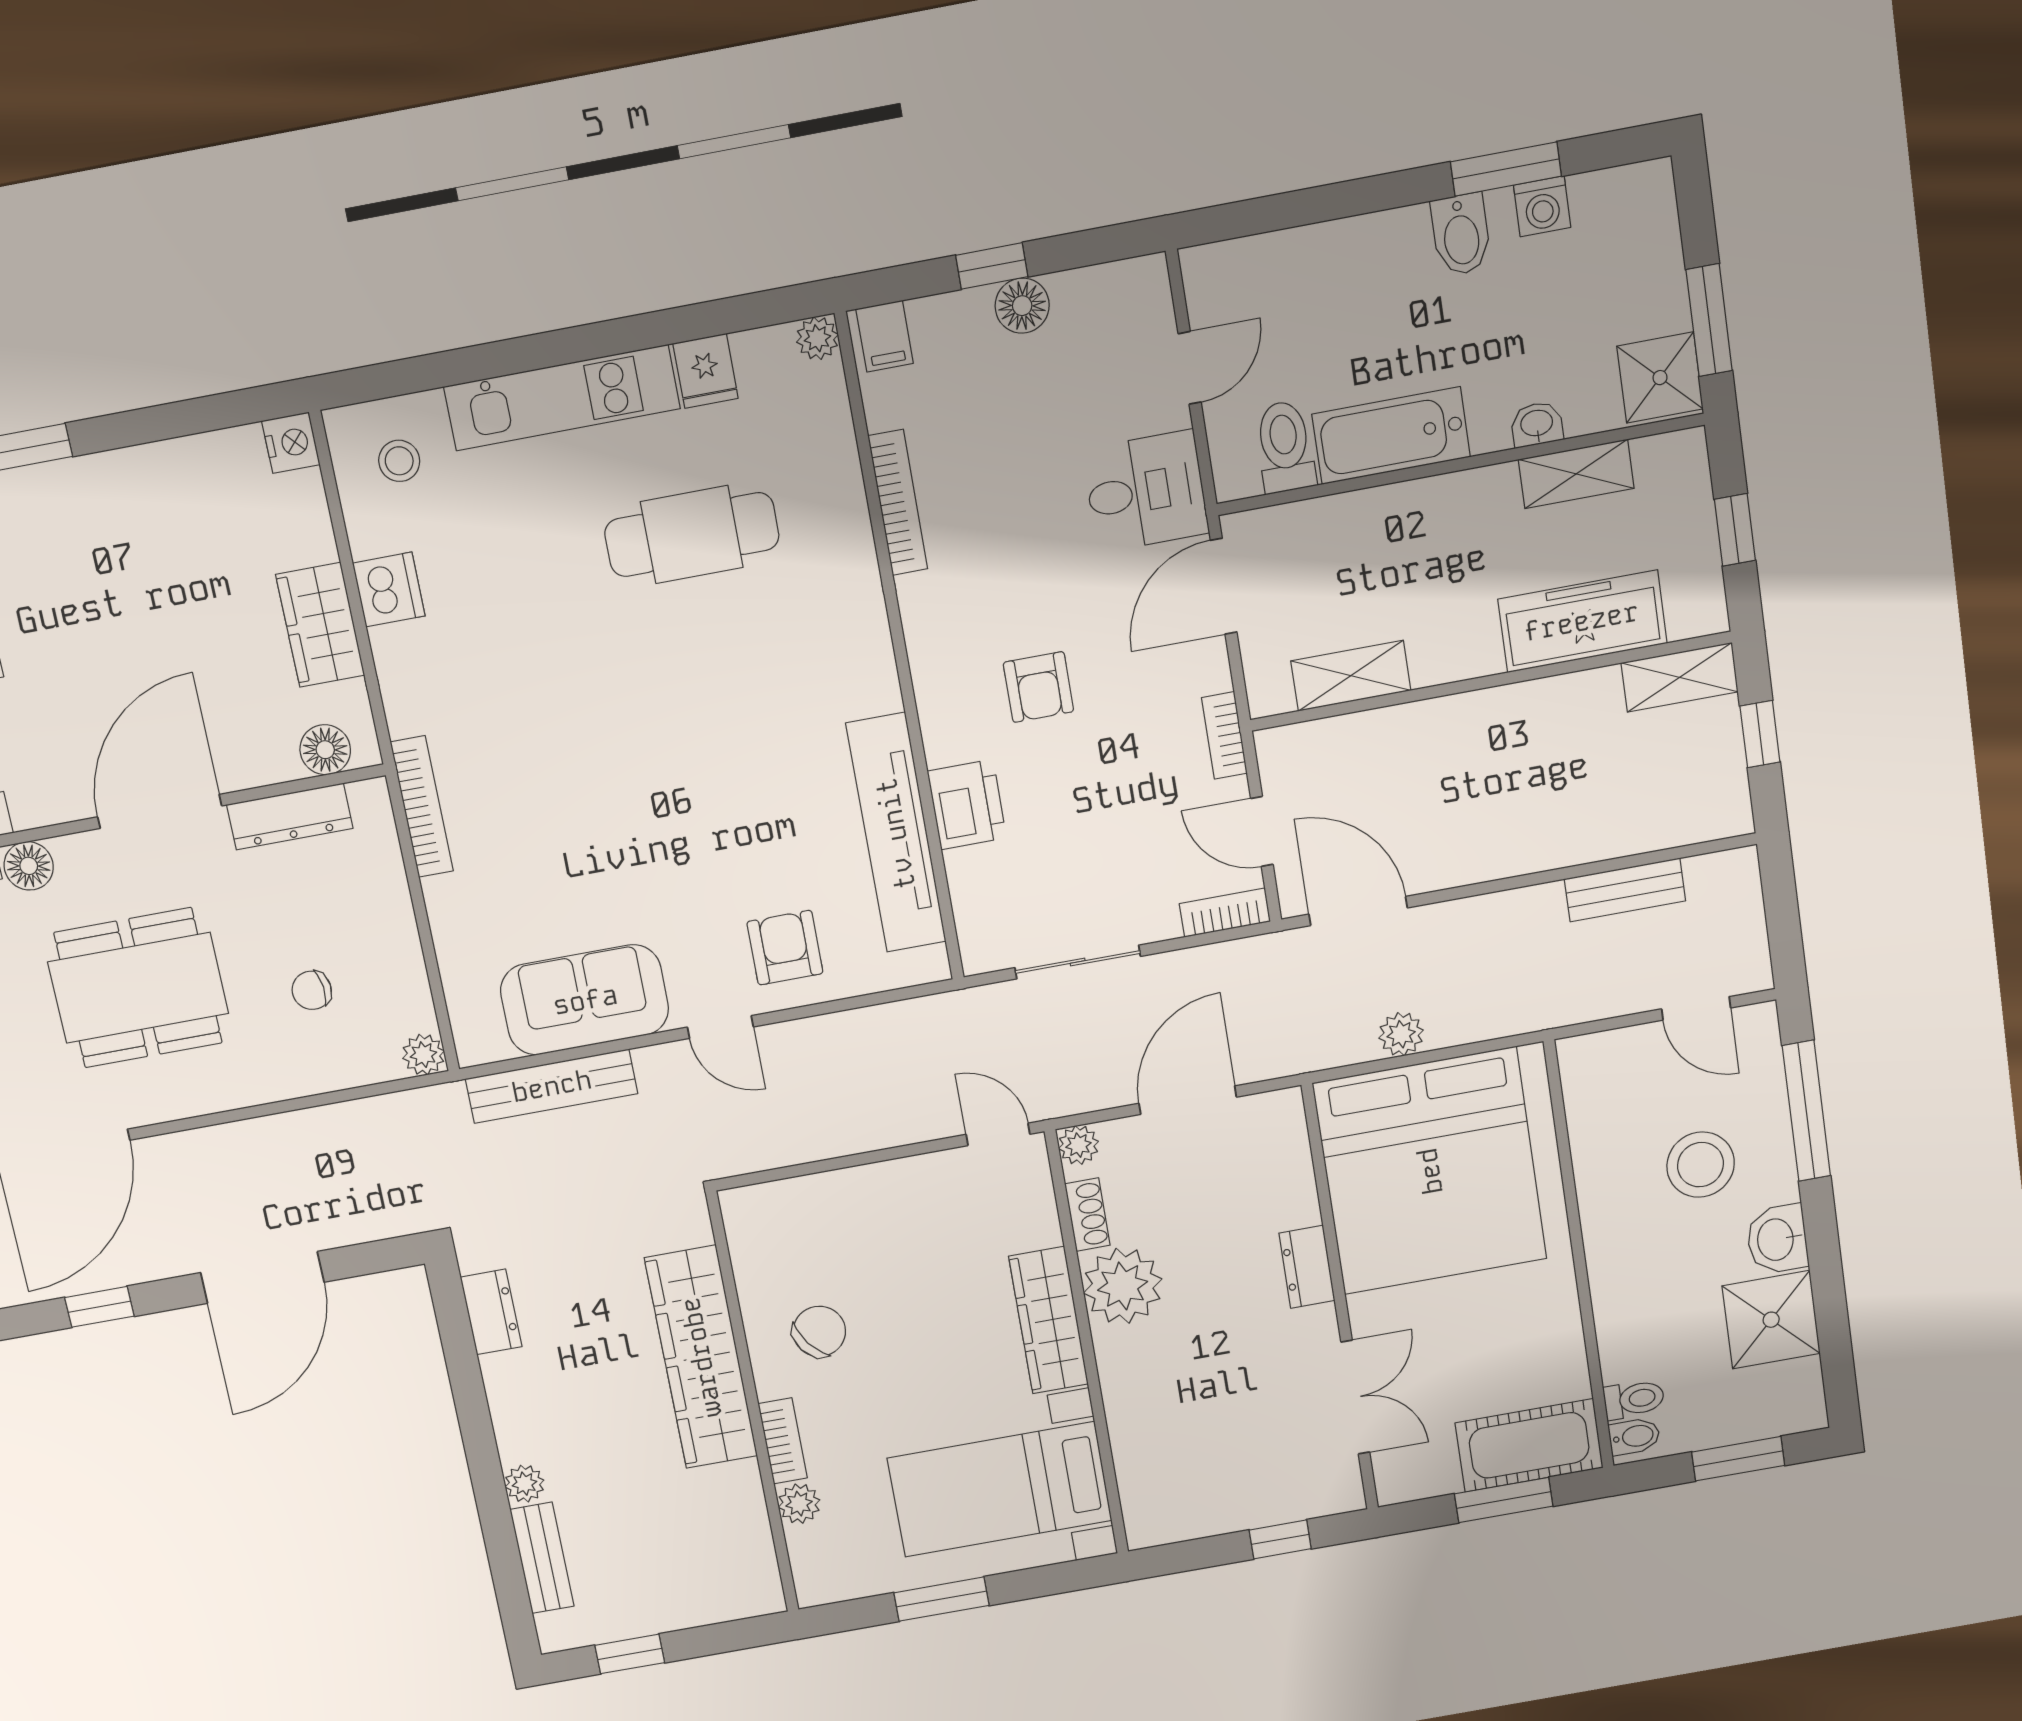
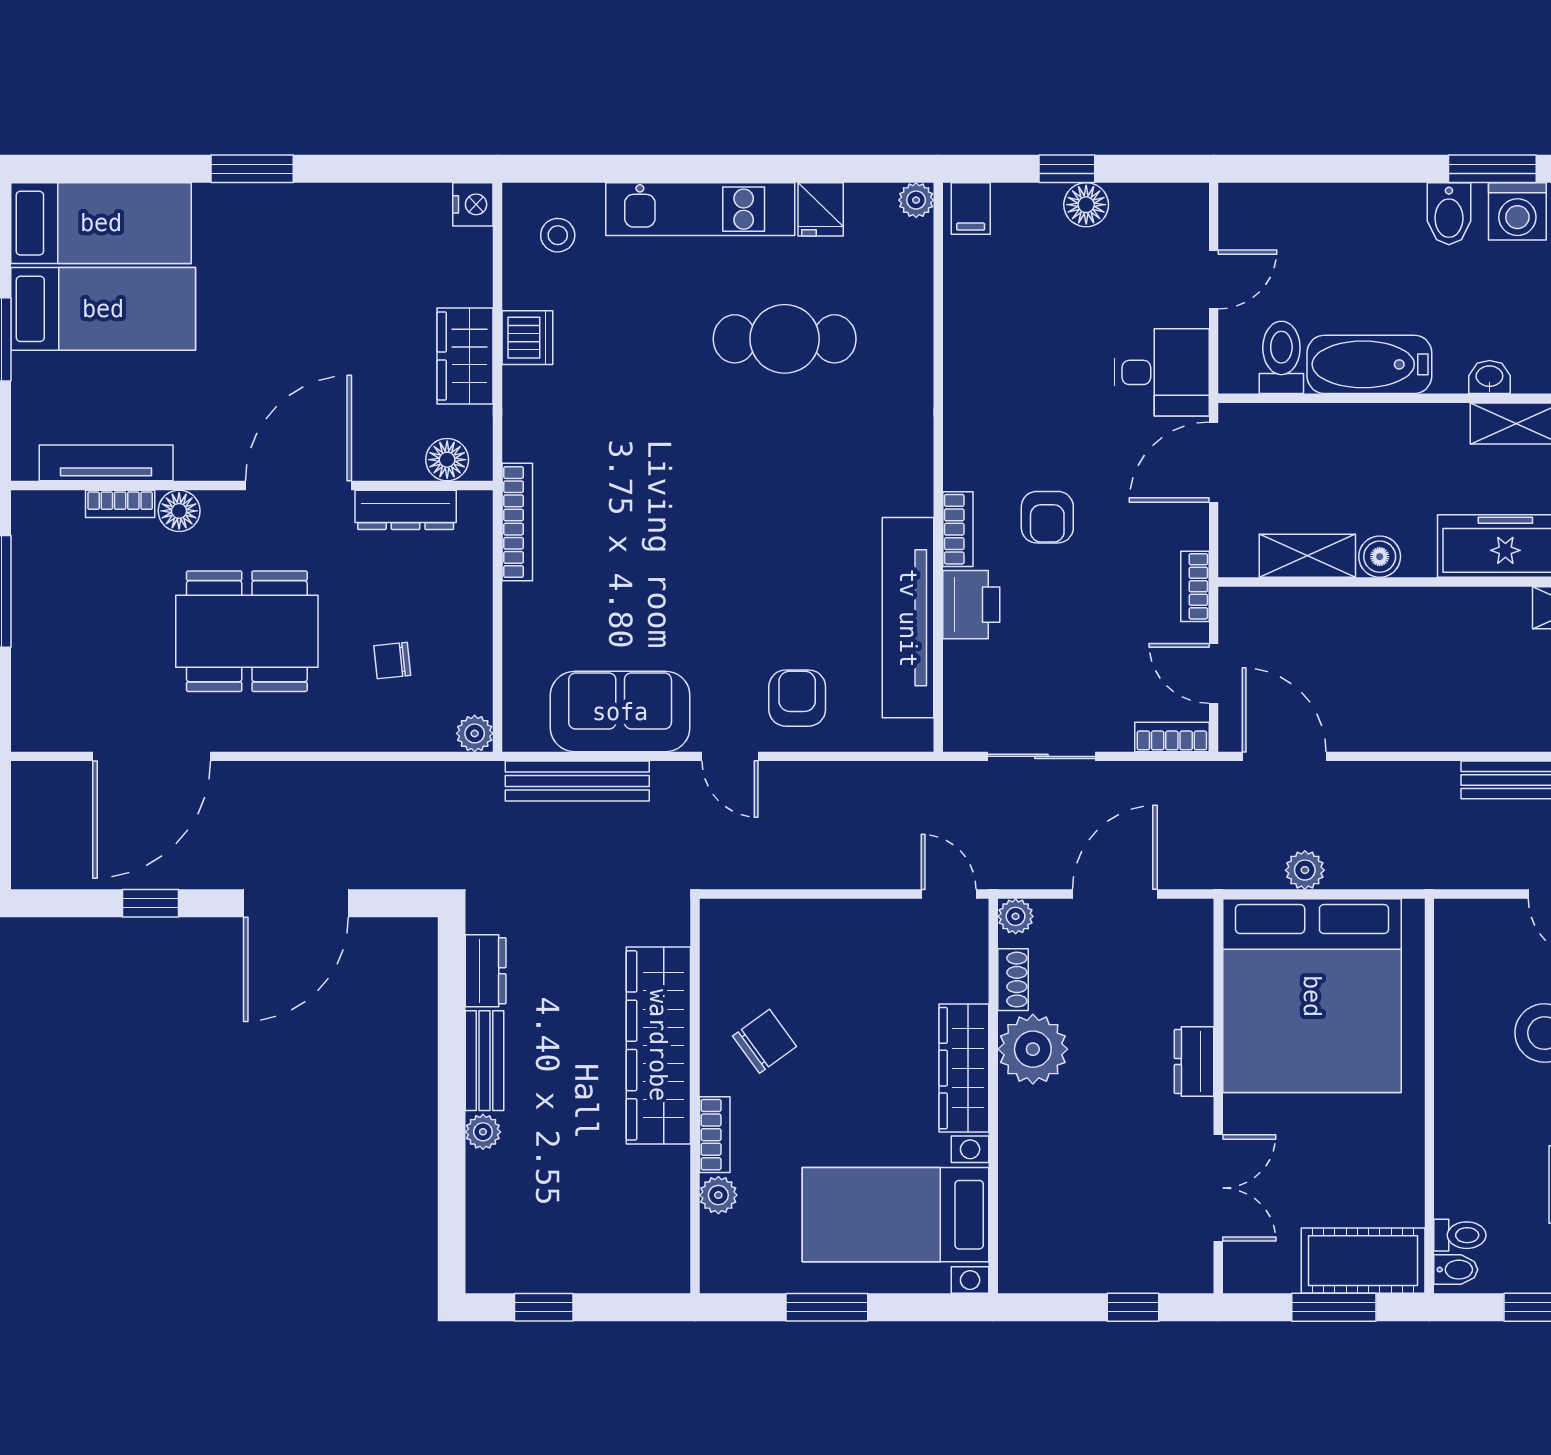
washing machine: (1542, 206) -> (1517, 211), width x1.38, depth x1.38
bookcase: (898, 503) -> (958, 529), moved, width x0.64
boiler: (1436, 661) -> (1380, 557), added
bench: (542, 1558) -> (484, 1061), moved

